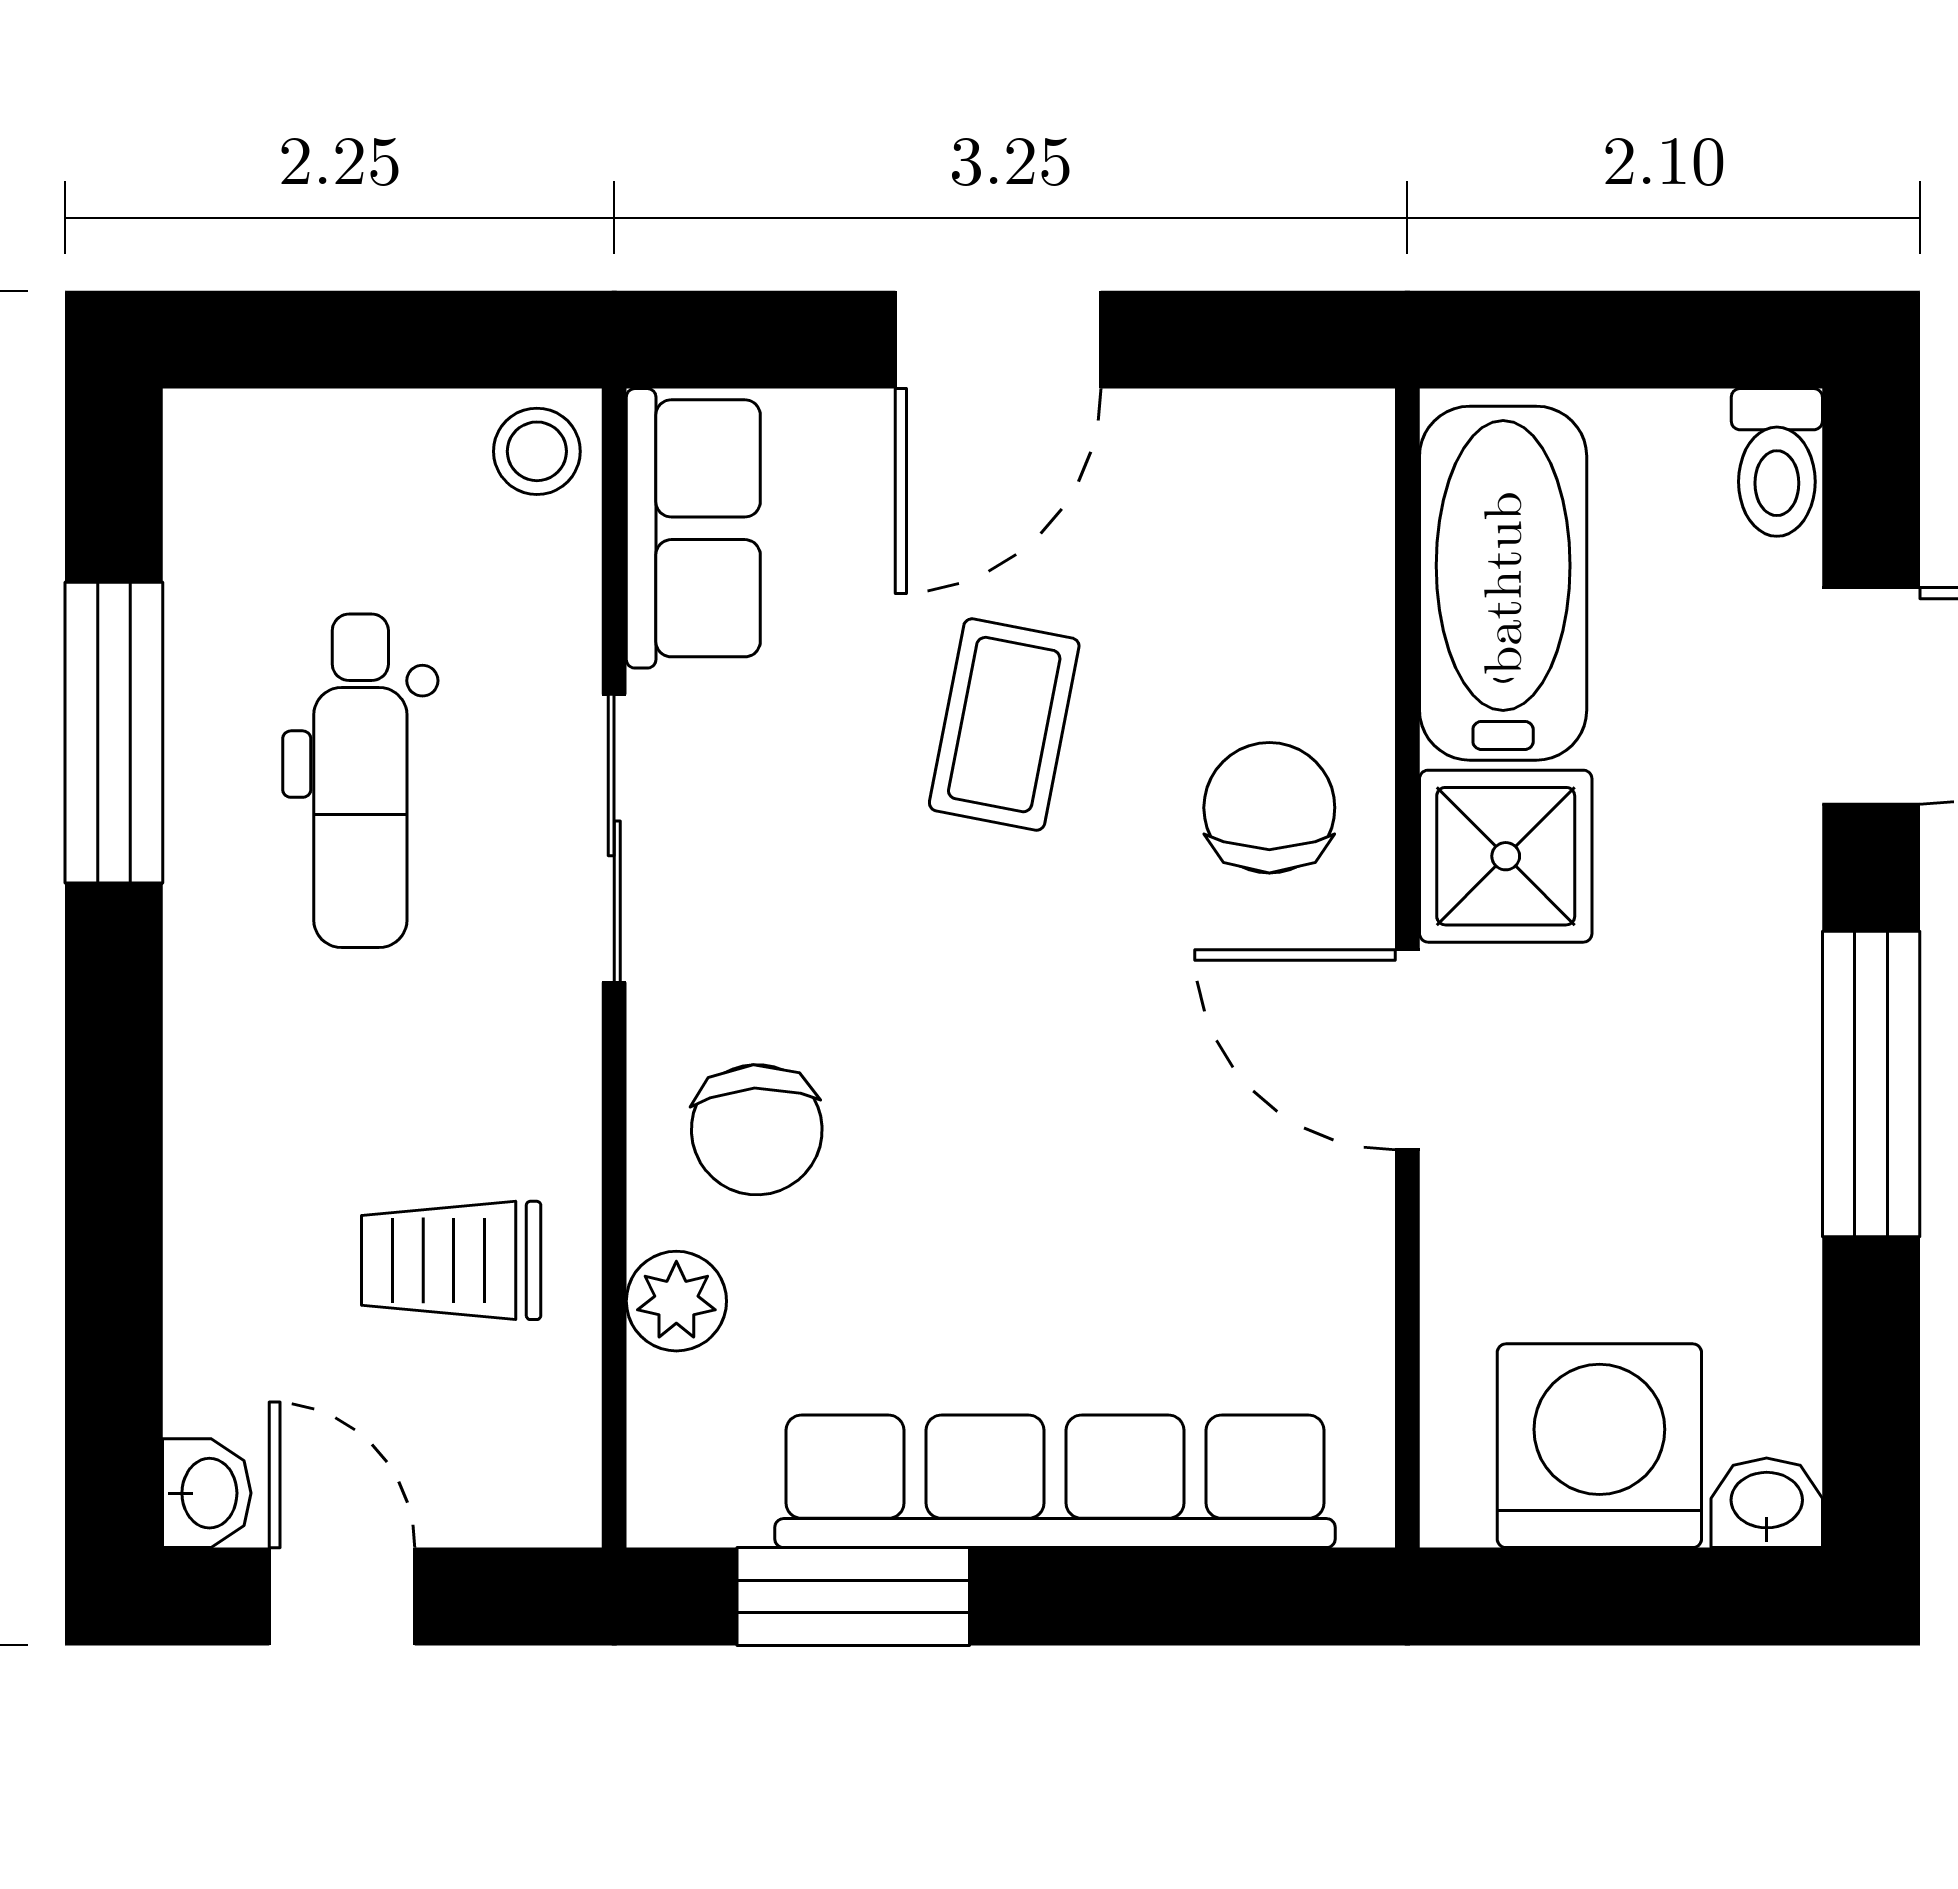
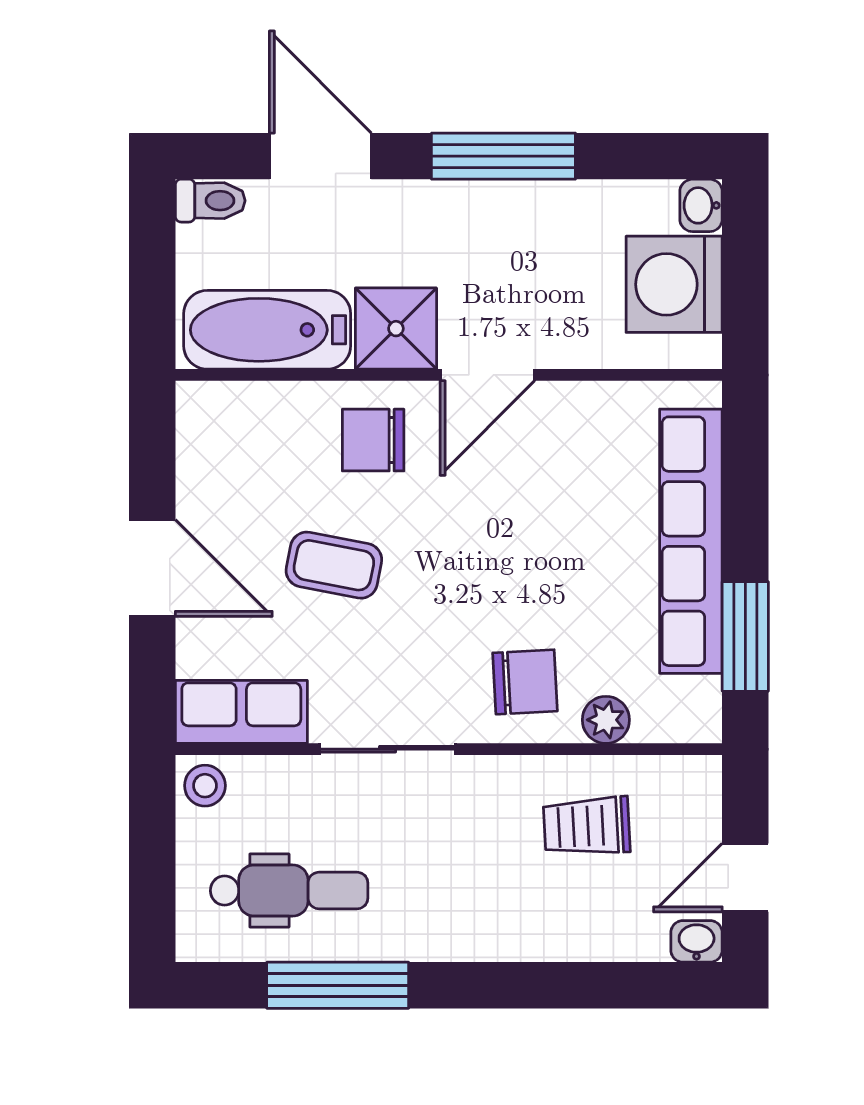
dental chair: (360, 781) -> (289, 891), moved
trolley: (451, 1260) -> (587, 826), turned 87

